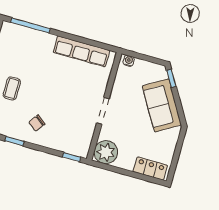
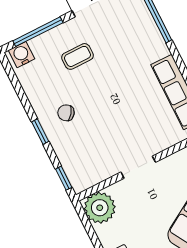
window: (14, 141) -> (40, 132), moved

